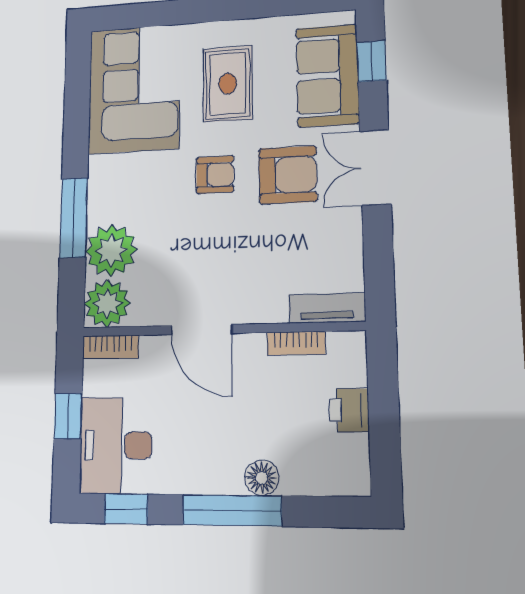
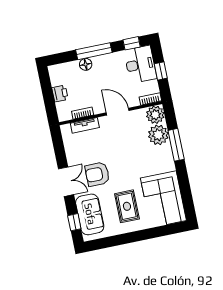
armchair: (215, 175) -> (125, 170), removed
tv unit: (327, 308) -> (85, 125), moved

